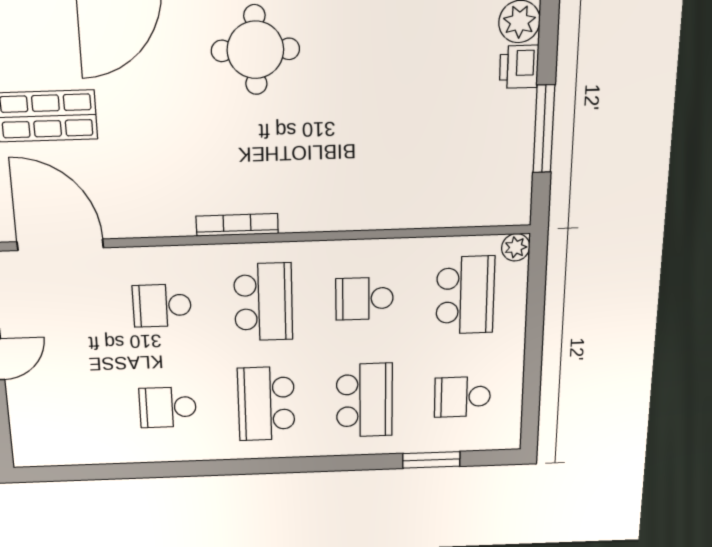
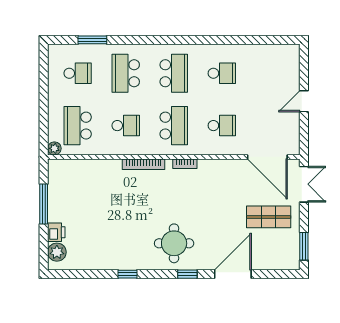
bookcase: (326, 221) -> (144, 164), added
bookcase: (237, 225) -> (185, 164), width x0.64
school desk: (263, 302) -> (174, 126), turned 180

